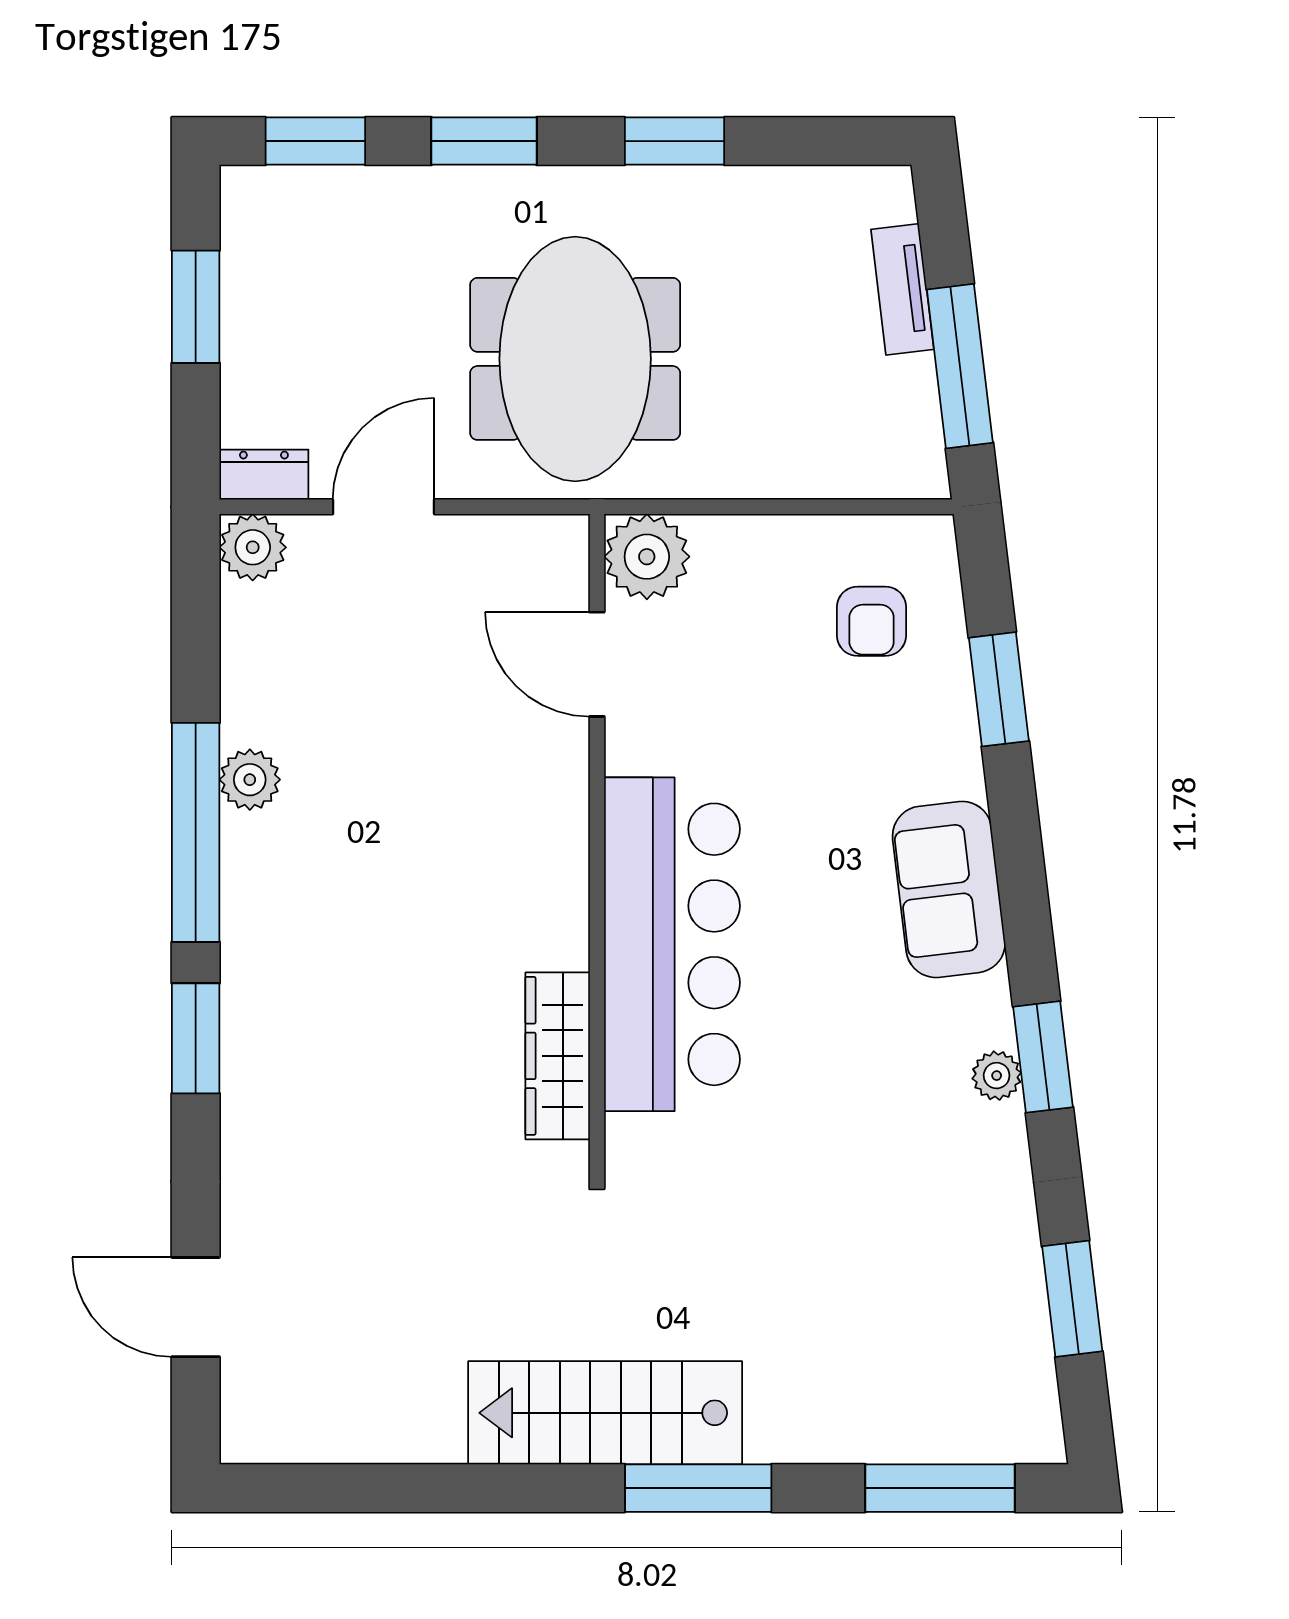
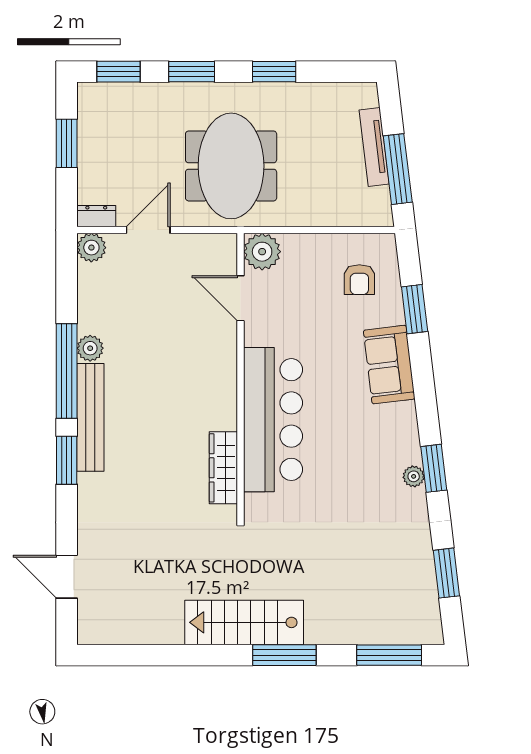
tv unit: (902, 289) -> (374, 147), width x1.41
sofa: (949, 889) -> (389, 365), moved
bench: (250, 939) -> (90, 417), added

